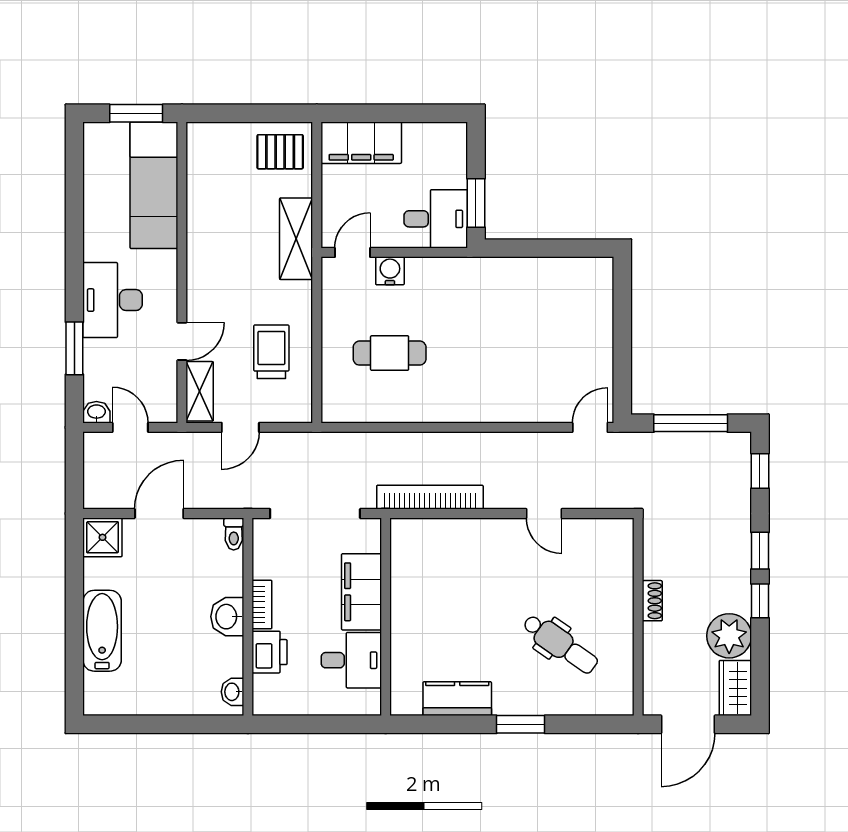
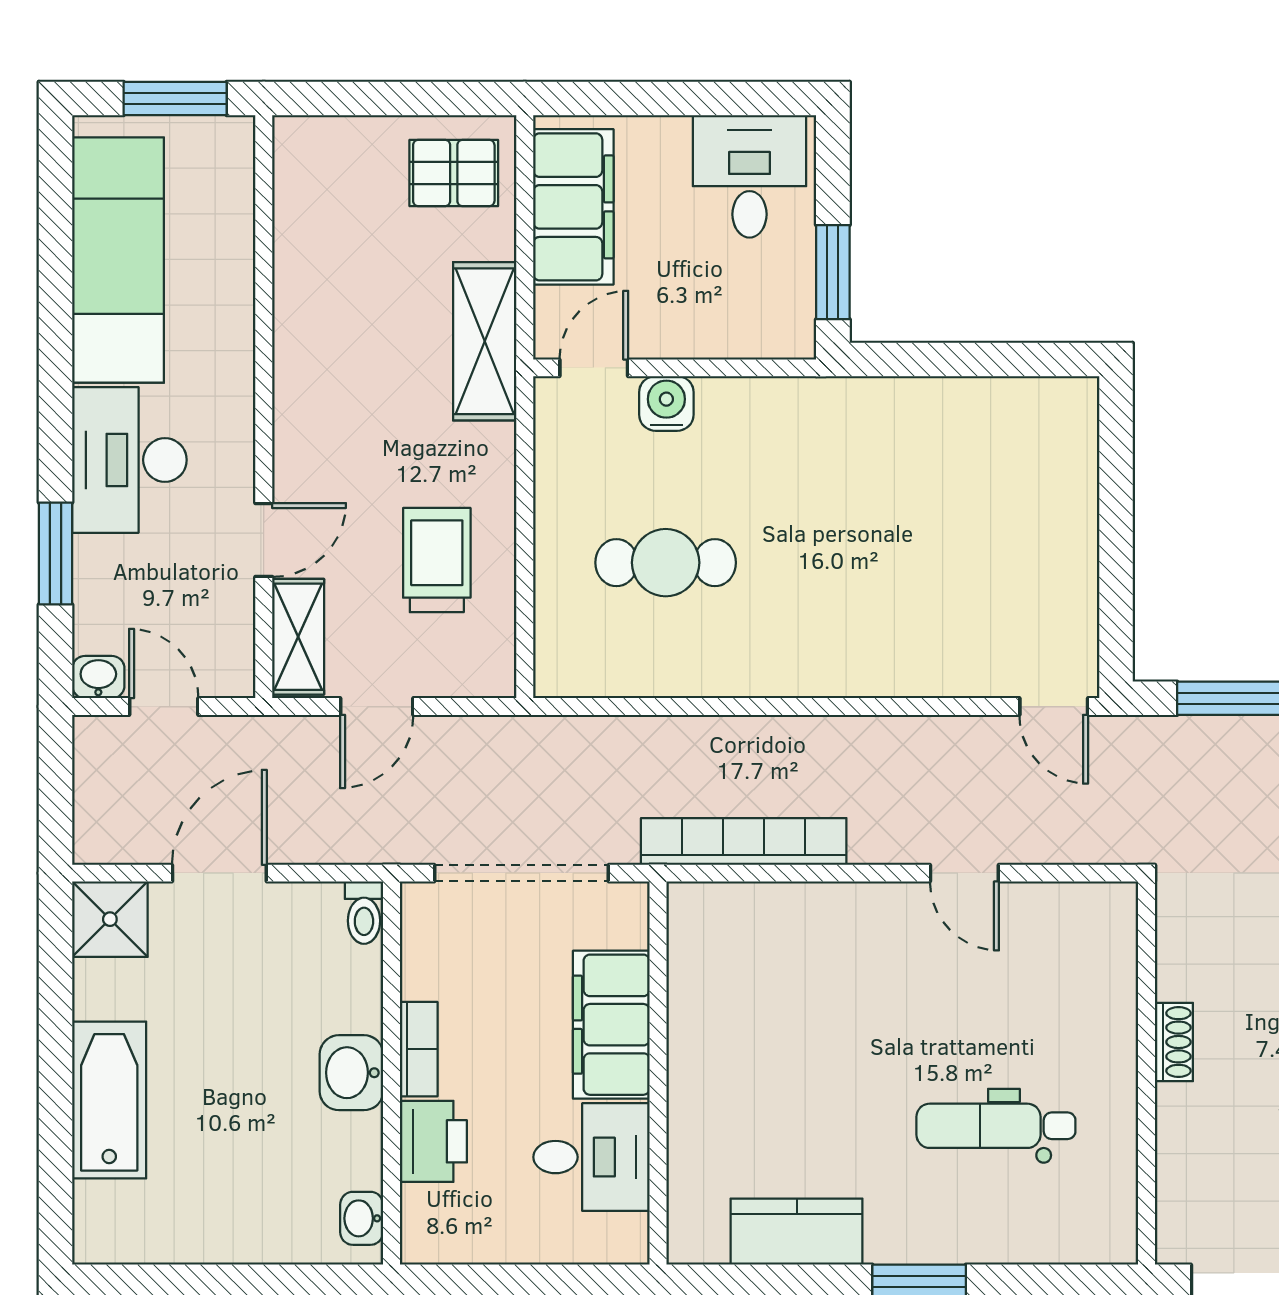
filing cabinet: (361, 143) -> (573, 207), moved, turned -90
exam couch: (154, 185) -> (118, 260), moved, turned 180
desk: (436, 219) -> (750, 176), moved, turned -90
door: (590, 427) -> (1054, 707), swing flipped
dental chair: (560, 644) -> (996, 1126), turned 145

